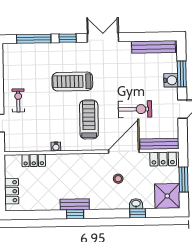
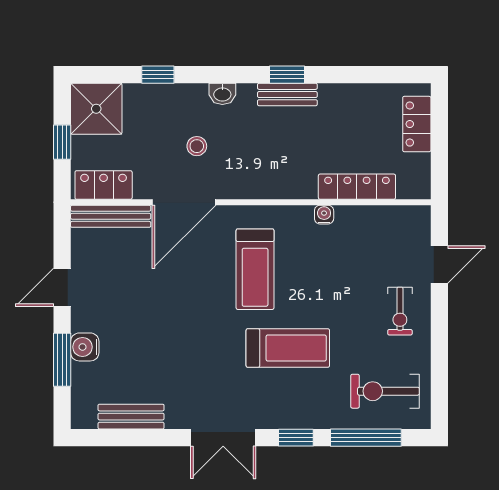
bench: (154, 47) -> (131, 417), width x0.73
exercise bike: (135, 109) -> (385, 391), moved
locker: (34, 160) -> (357, 187), width x1.53
window: (184, 179) -> (62, 142), width x0.67
washbasin: (136, 204) -> (222, 94), moved

